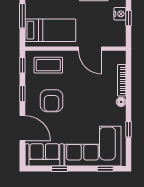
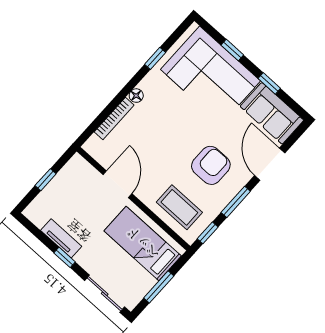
nightstand: (120, 14) -> (51, 193), removed
window: (22, 94) -> (236, 202), width x1.50
window: (105, 169) -> (232, 50), moved

